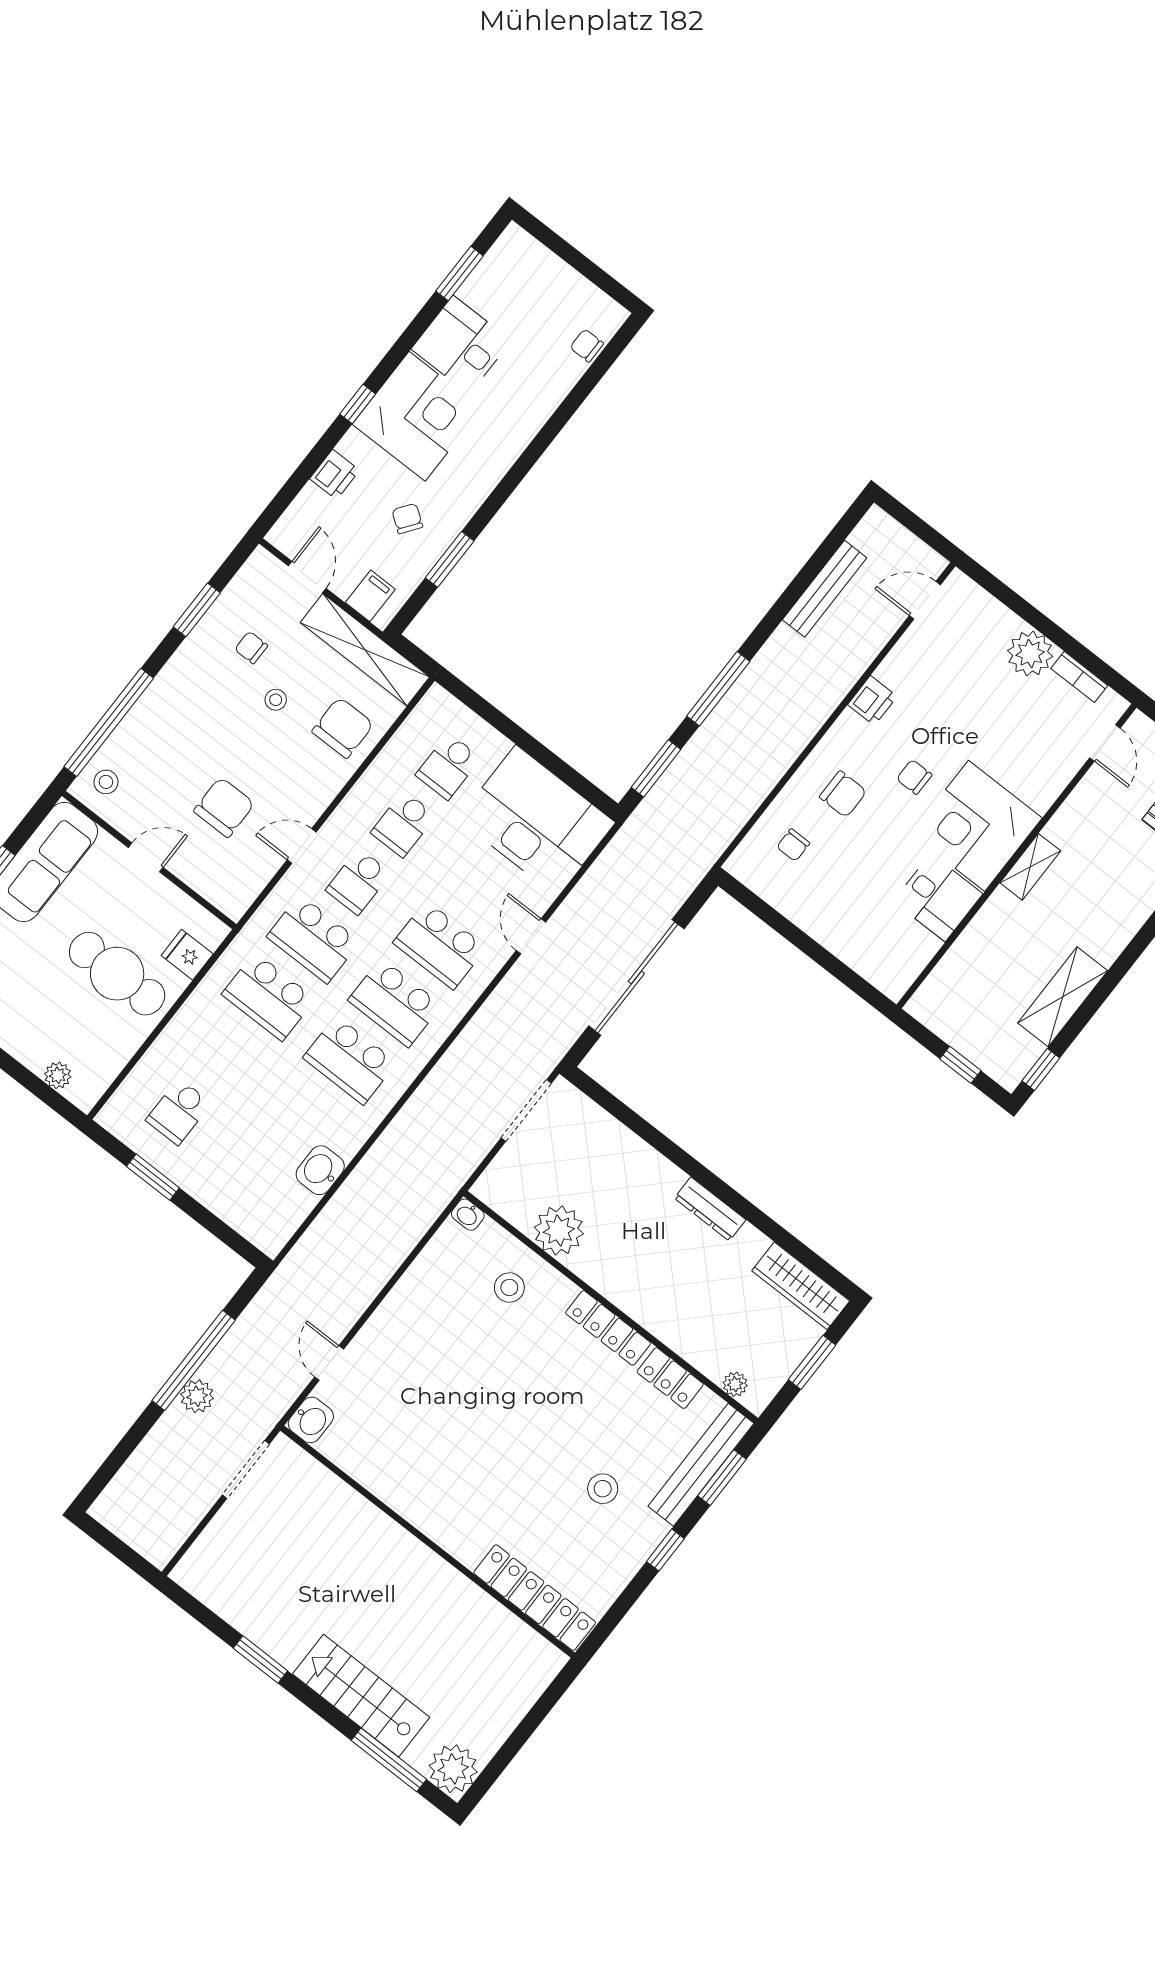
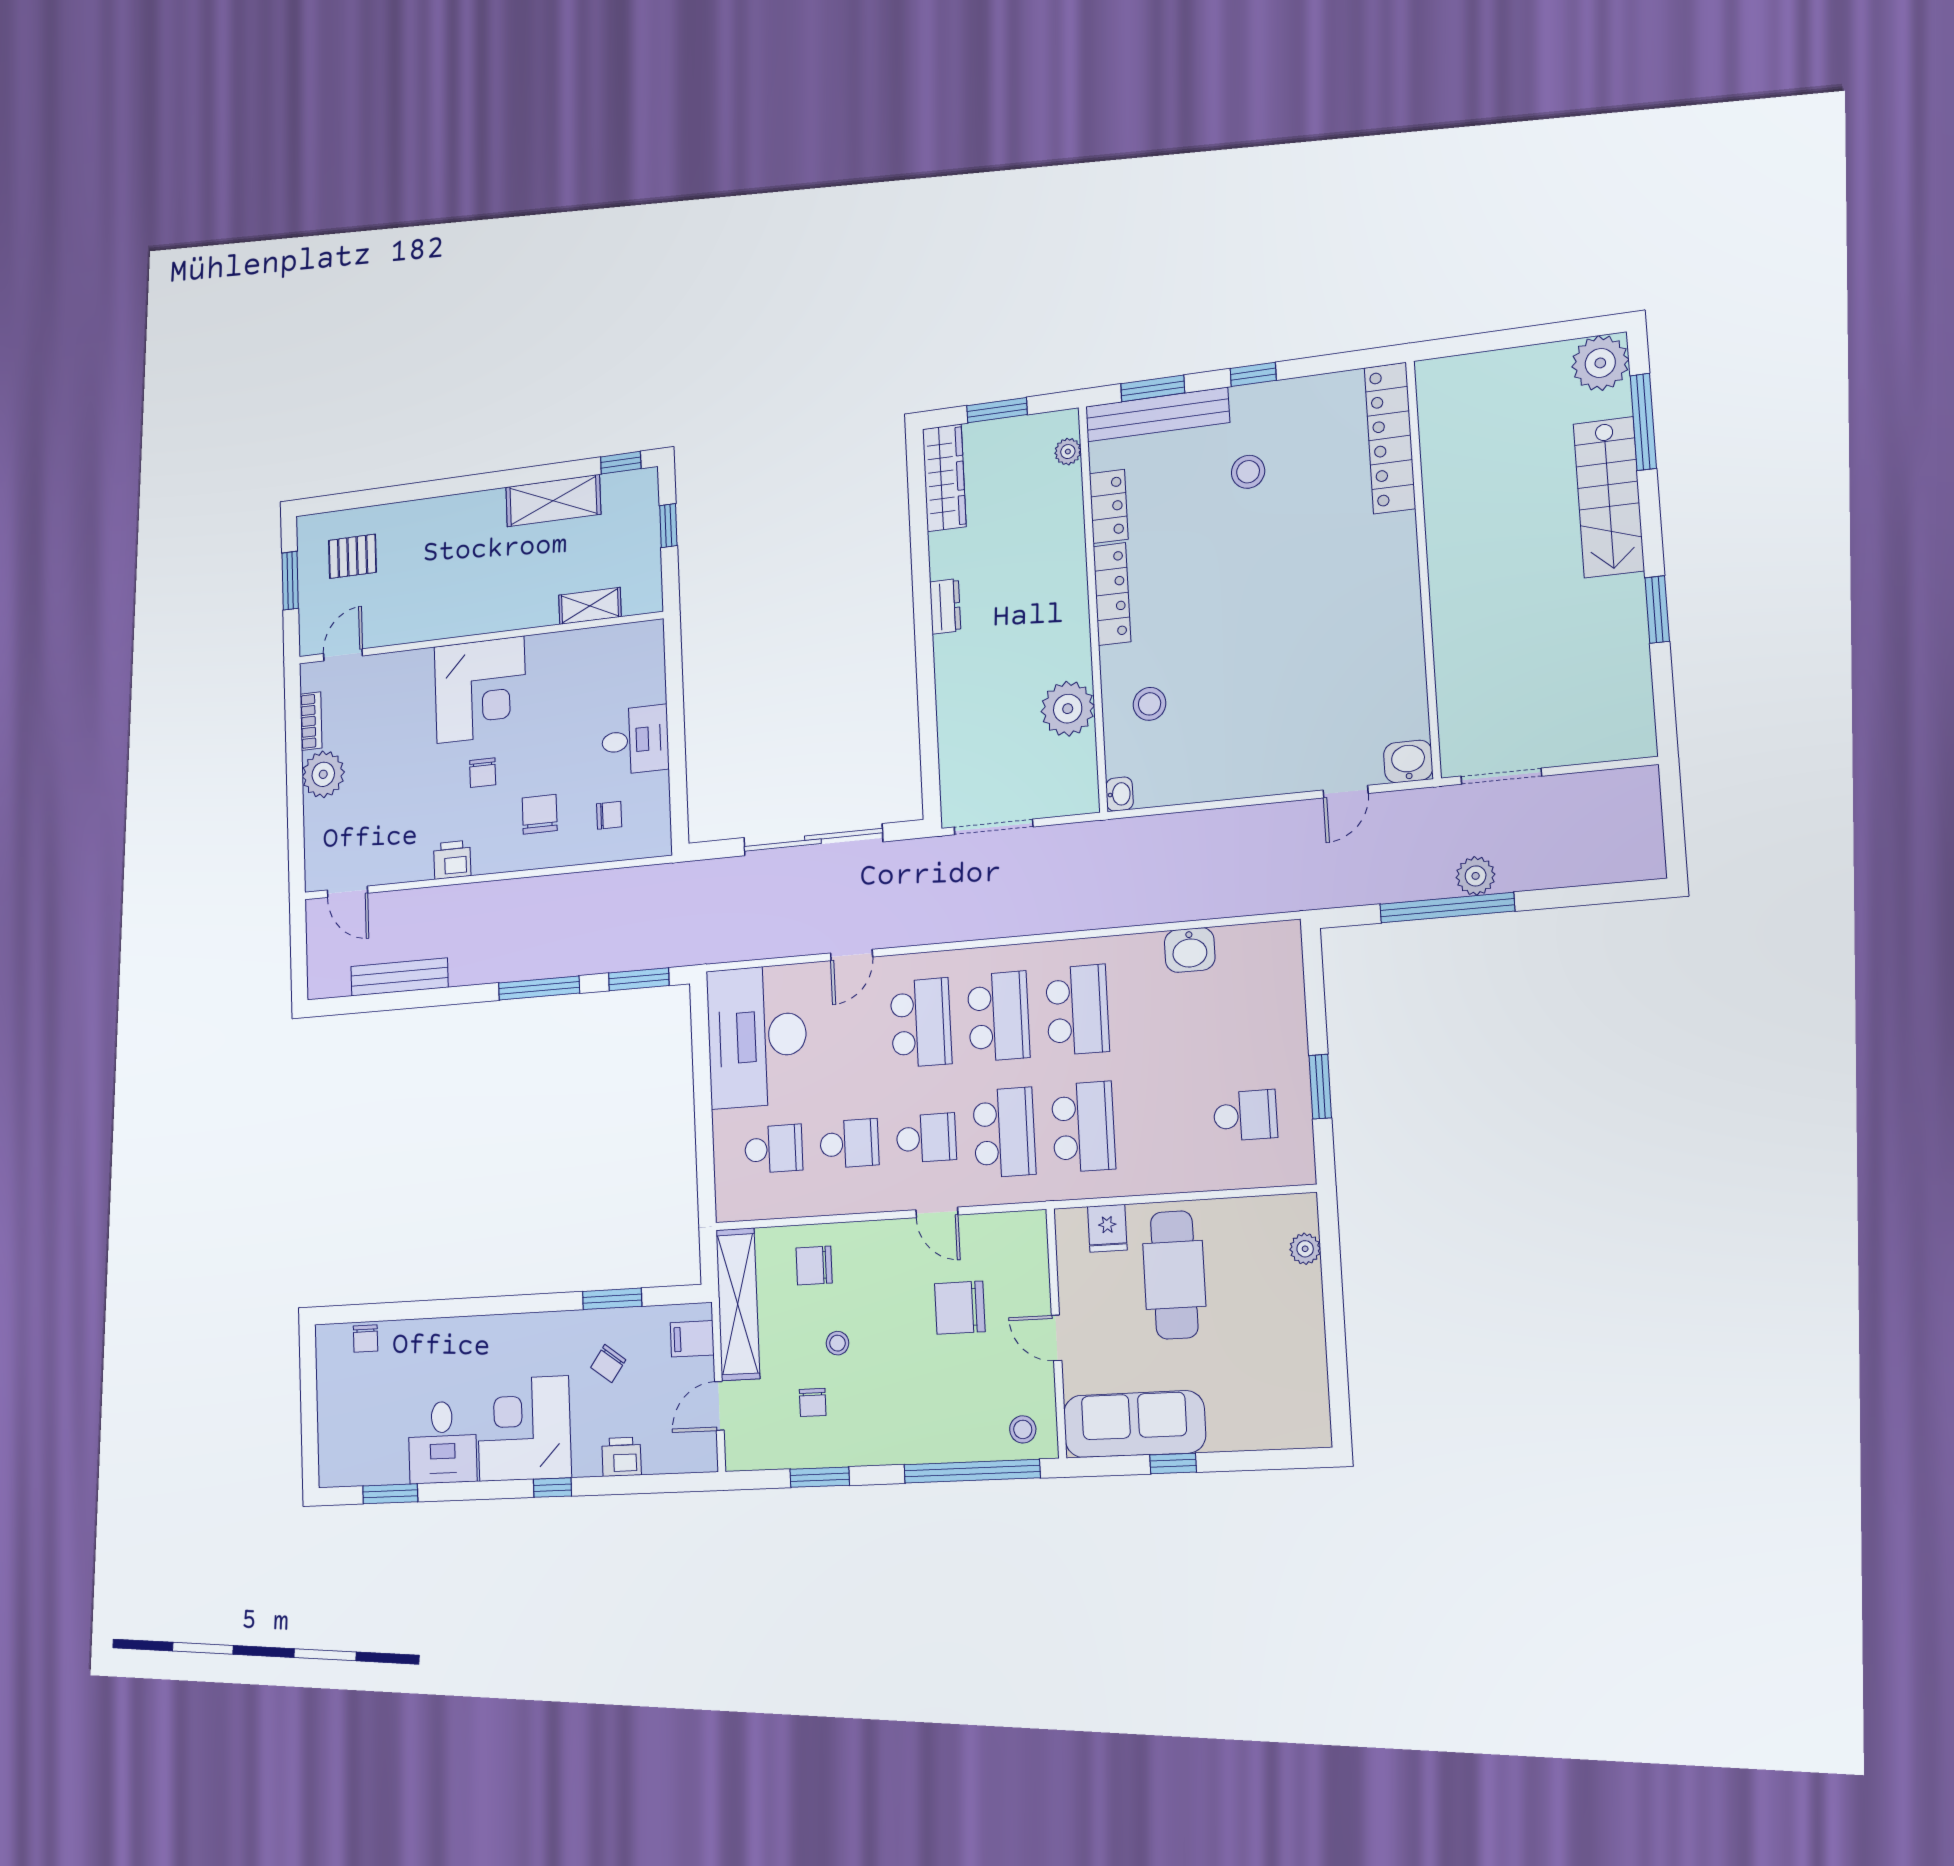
chair: (343, 728) -> (814, 1266), width x0.73, depth x0.73
shelving: (1030, 867) -> (590, 606), moved
desk: (938, 898) -> (635, 740), moved, turned 90
dresser: (710, 1209) -> (945, 606), width x0.70

